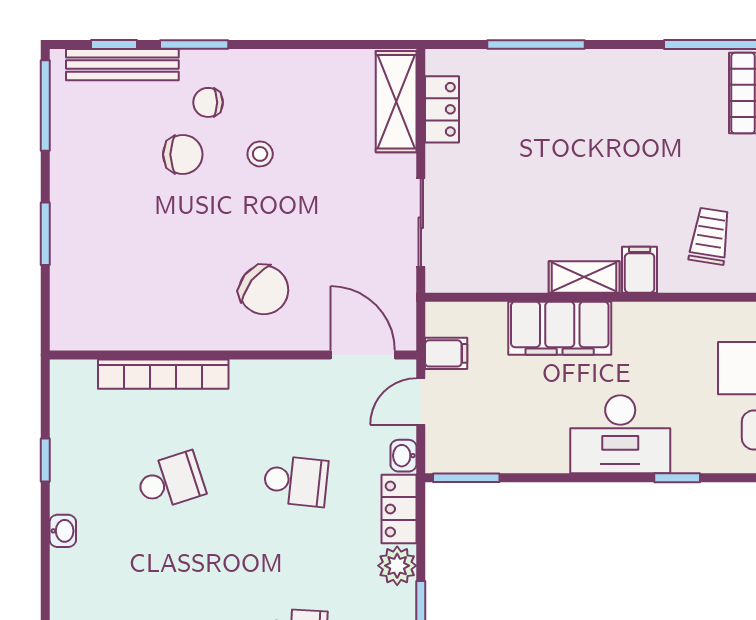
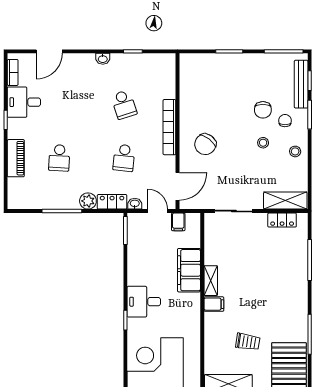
stool: (281, 79) -> (295, 151), added
trolley: (710, 236) -> (248, 342), moved
bookcase: (163, 374) -> (169, 127), moved
desk: (620, 434) -> (144, 302), width x0.73

